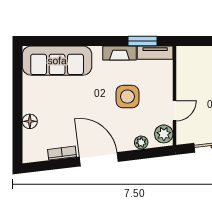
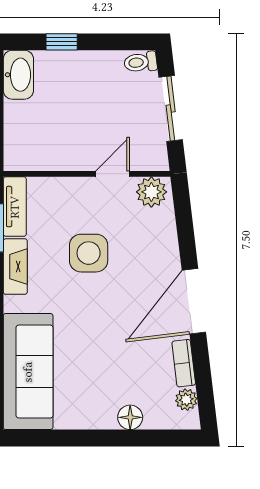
door: (175, 111) -> (112, 174), hinge flipped
plant: (141, 142) -> (186, 400), moved

